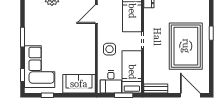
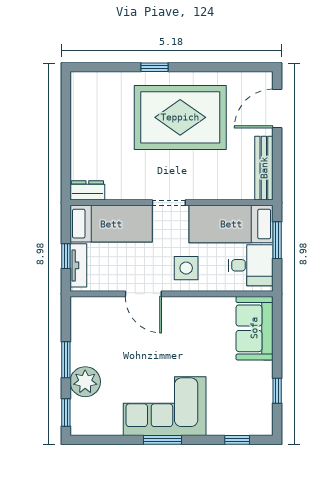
door: (96, 14) -> (143, 294), moved
corner sofa: (40, 67) -> (165, 406), moved
bench: (156, 89) -> (264, 168), width x1.36

